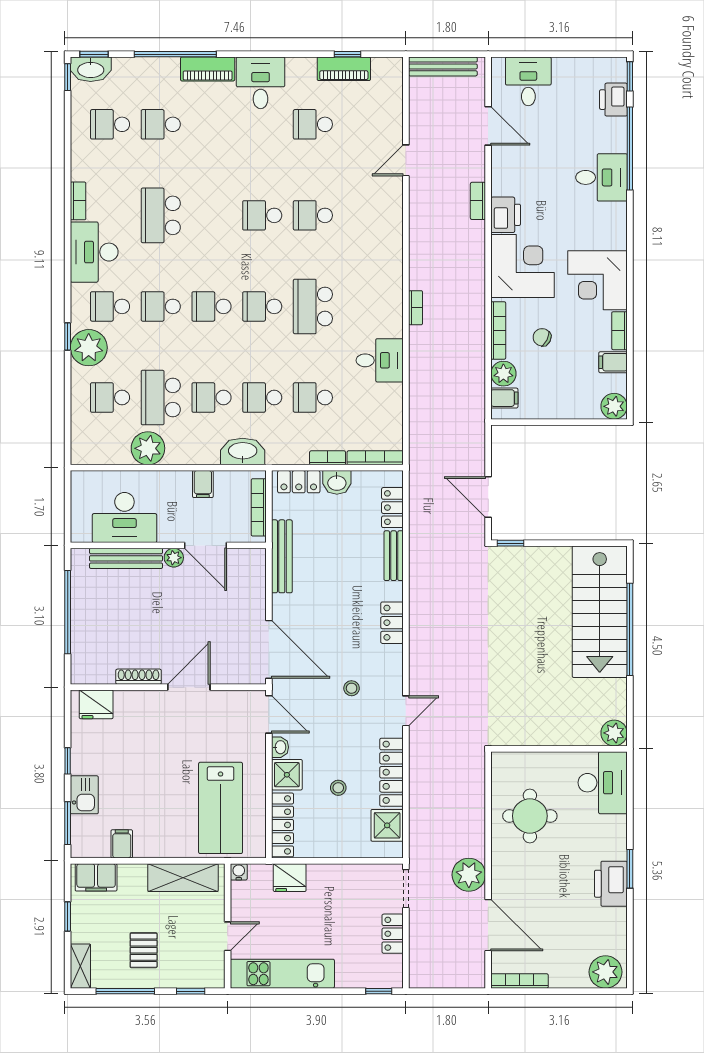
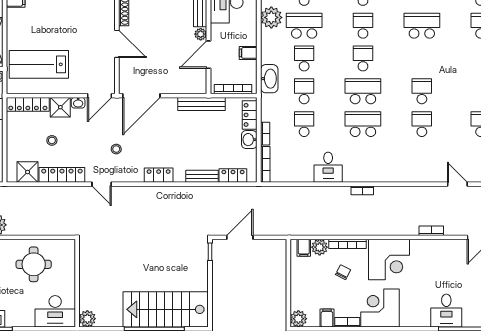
printer: (506, 215) -> (422, 249), removed
school desk: (262, 306) -> (363, 91), width x1.85

